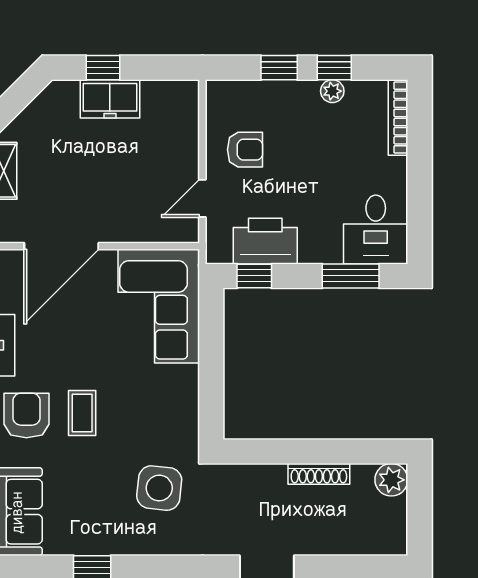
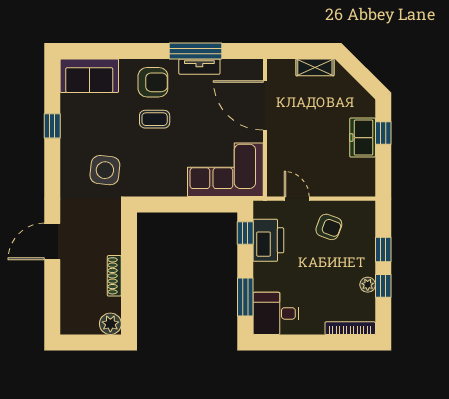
armchair: (245, 150) -> (329, 227), turned -70

